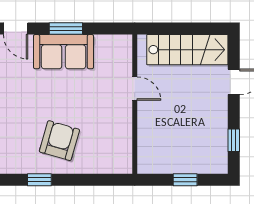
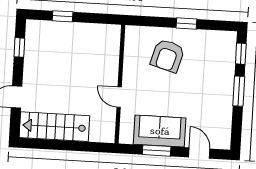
door: (135, 89) -> (119, 97), moved
wall: (135, 104) -> (120, 84), moved

